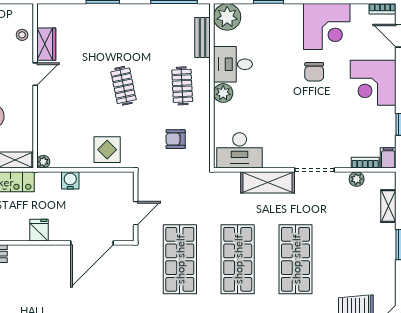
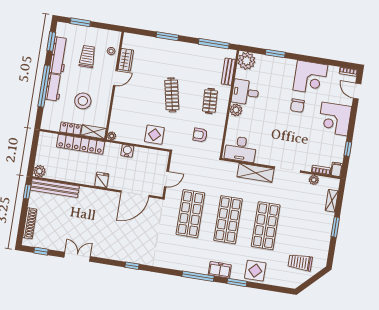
clothes rail: (123, 86) -> (172, 95), width x1.36

